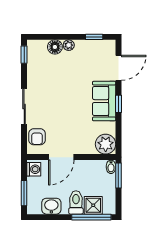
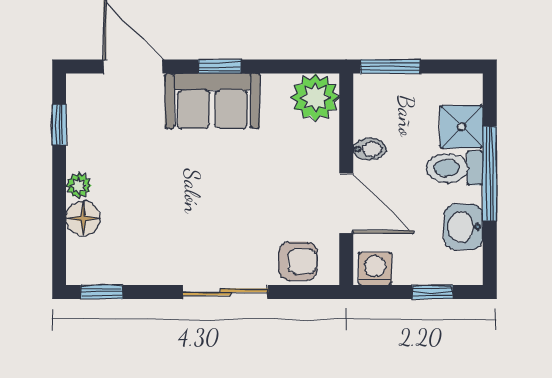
bidet: (111, 167) -> (369, 149), moved
window: (24, 193) -> (432, 292), width x0.67
window: (91, 217) -> (490, 174), moved

